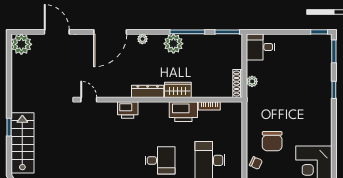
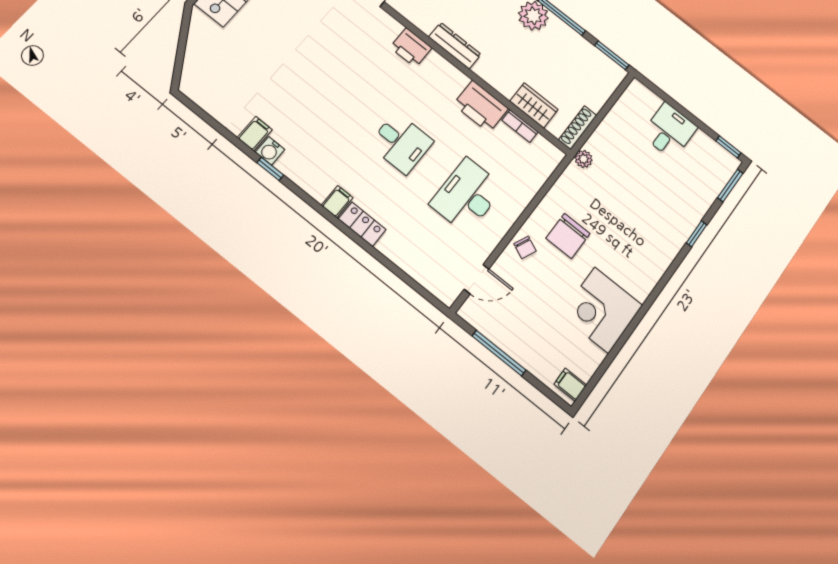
desk: (261, 47) -> (669, 131), moved, turned 90
plant: (252, 81) -> (584, 159), moved
wardrobe: (178, 90) -> (534, 105), moved

